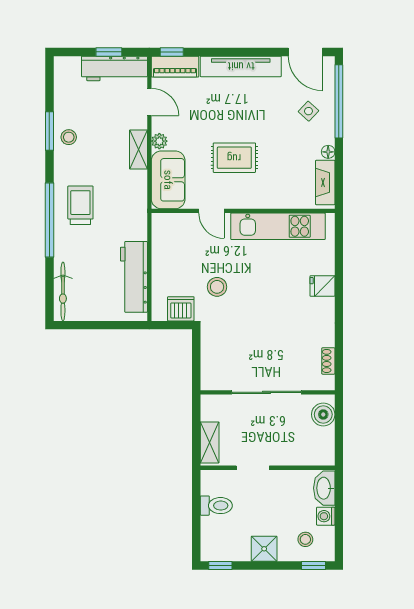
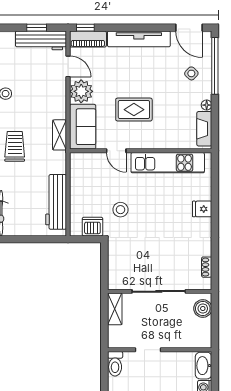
plant: (159, 141) -> (81, 91), width x1.87, depth x1.87
shelving: (138, 149) -> (60, 135), moved
shelving: (210, 442) -> (115, 309), moved
toilet: (216, 506) -> (115, 364), moved, turned 90

